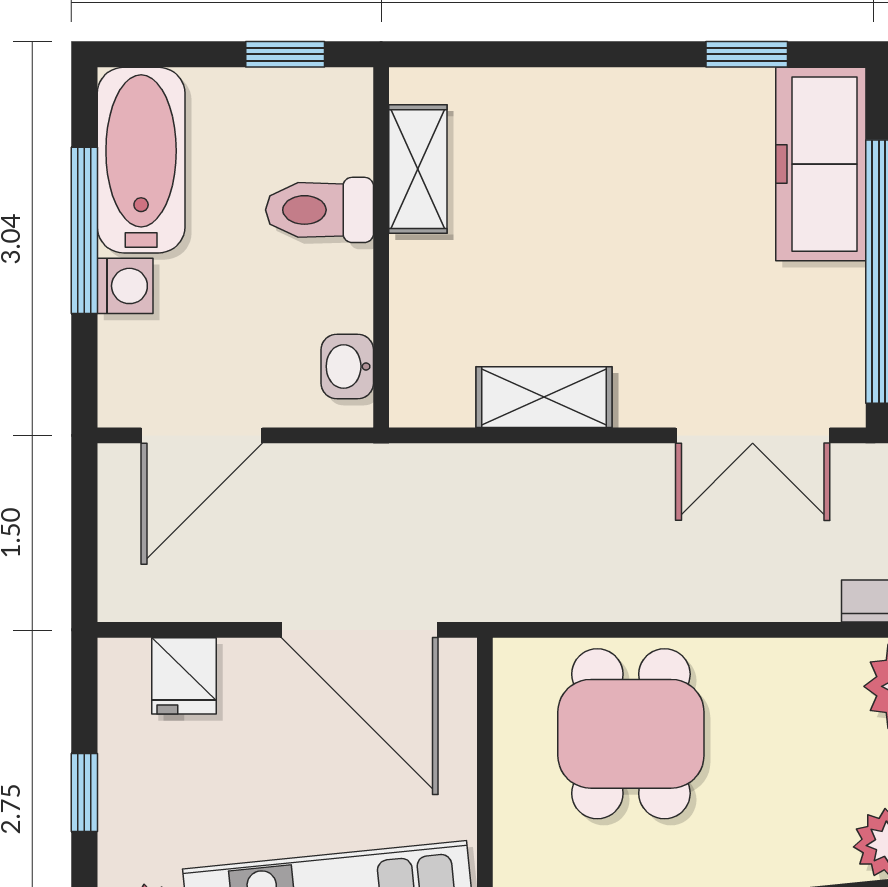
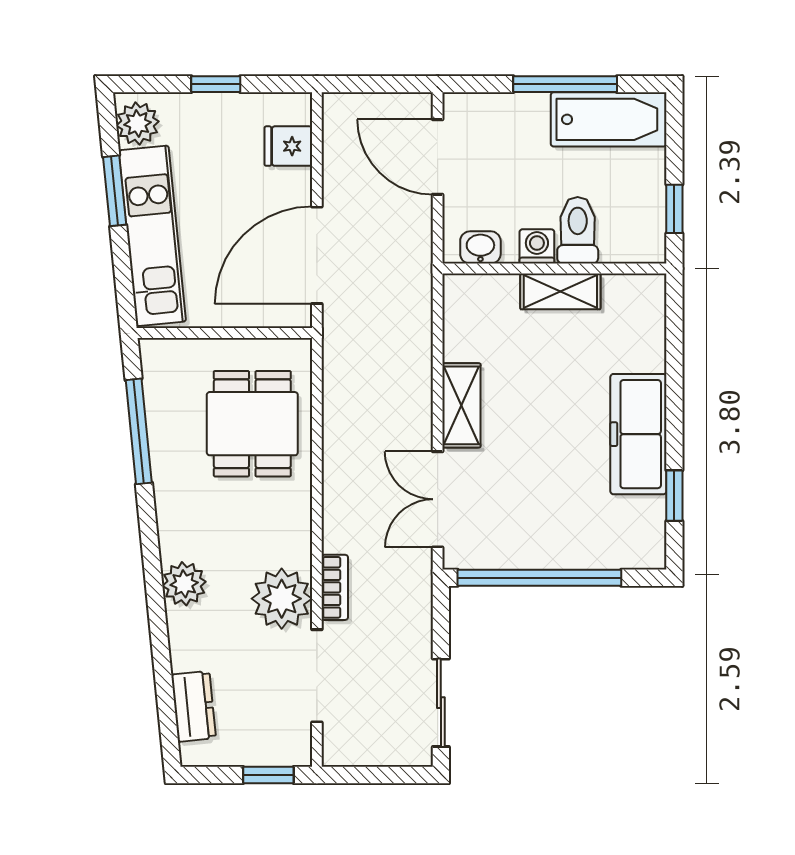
freezer: (821, 164) -> (638, 434), moved, turned -90
shelving: (418, 169) -> (560, 291), moved
washing machine: (125, 286) -> (537, 246), moved, turned 180
shelving: (544, 397) -> (461, 405), moved
dining table: (631, 734) -> (252, 424), turned 90

